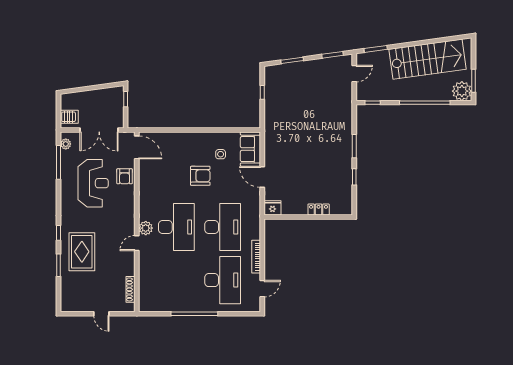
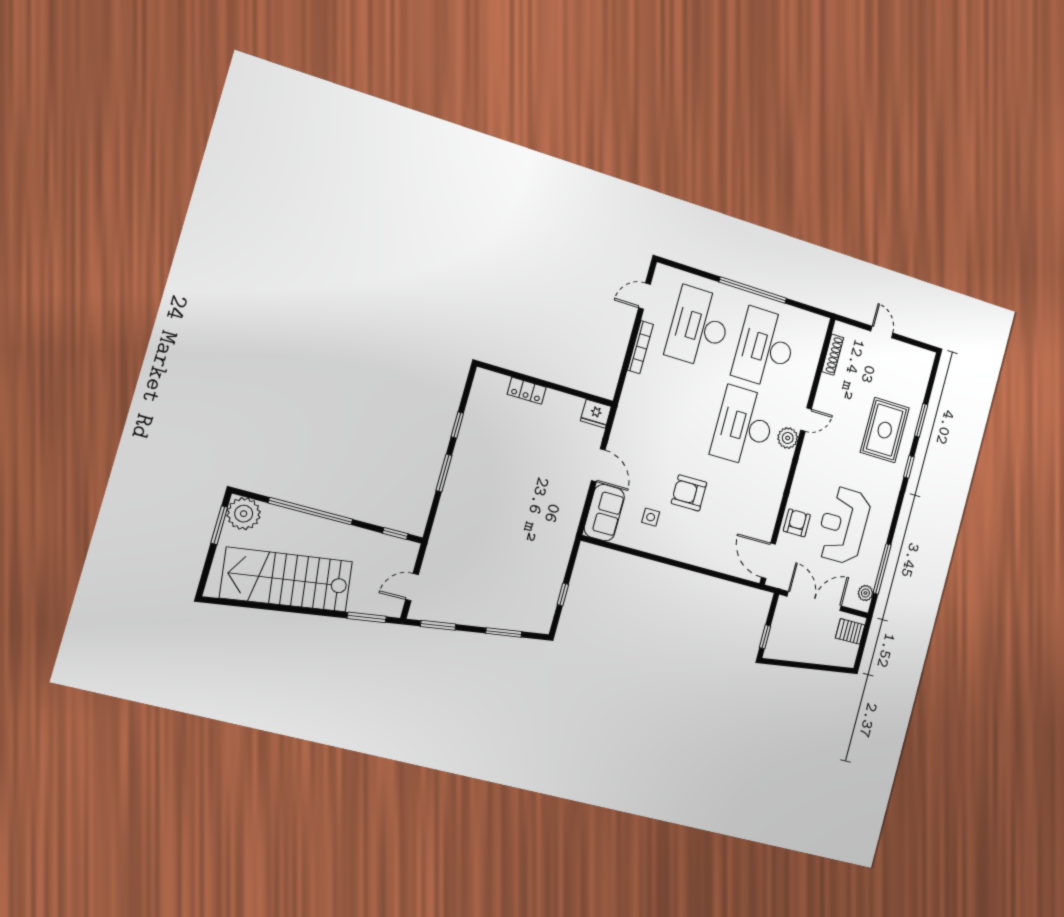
desk: (223, 227) -> (765, 348), moved

